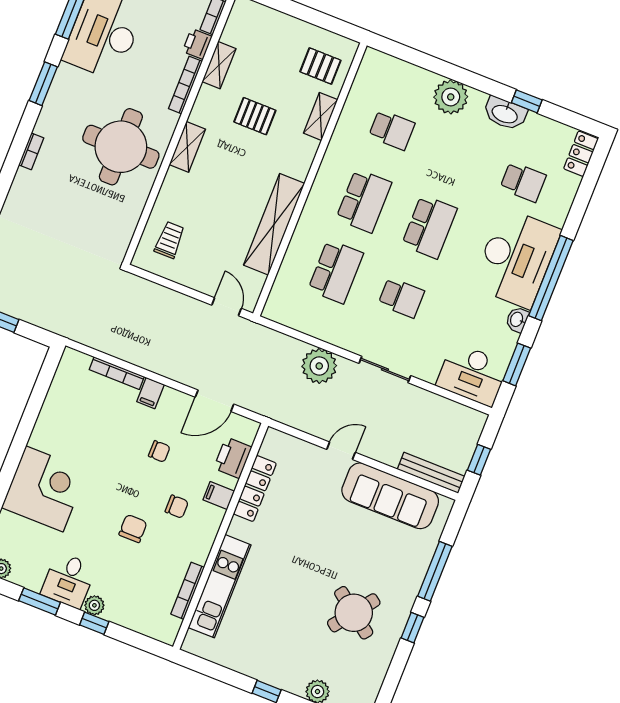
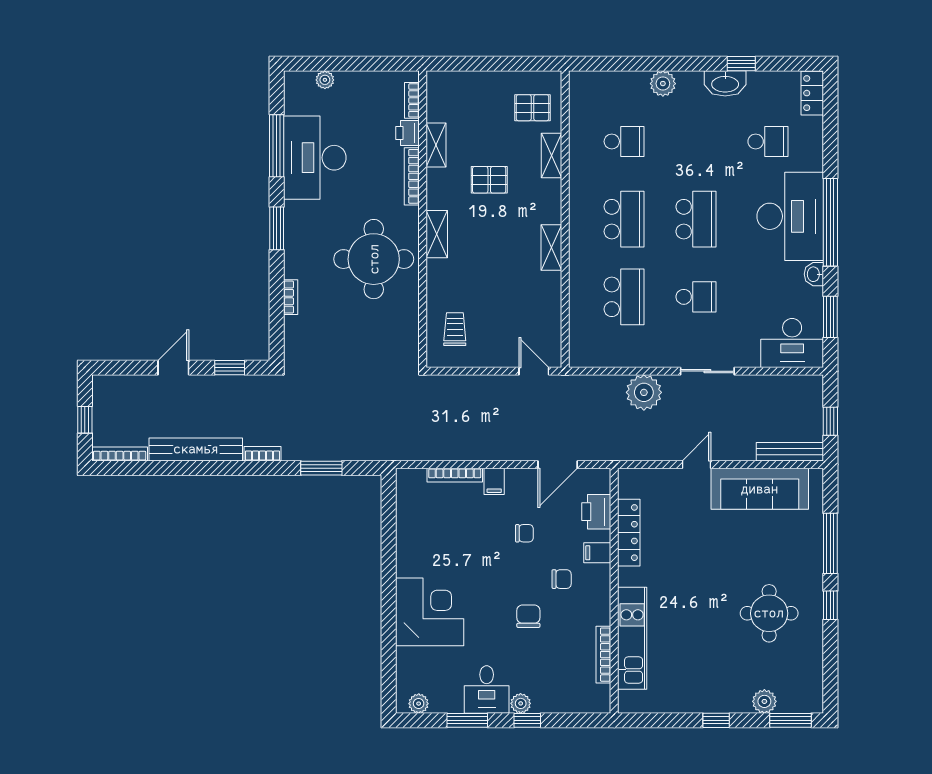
plant: (451, 97) -> (663, 84), width x0.73, depth x0.73
shelving: (274, 224) -> (551, 248), width x0.45, depth x0.75
round table: (354, 613) -> (769, 613), turned -37

